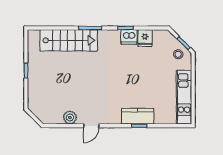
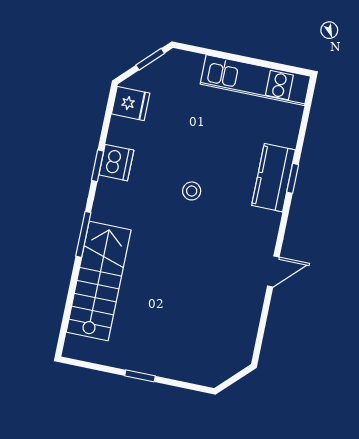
fridge: (145, 38) -> (131, 104), moved
stool: (178, 54) -> (192, 191), moved
plant: (70, 117) -> (249, 309), removed
door: (91, 126) -> (273, 272), hinge flipped

